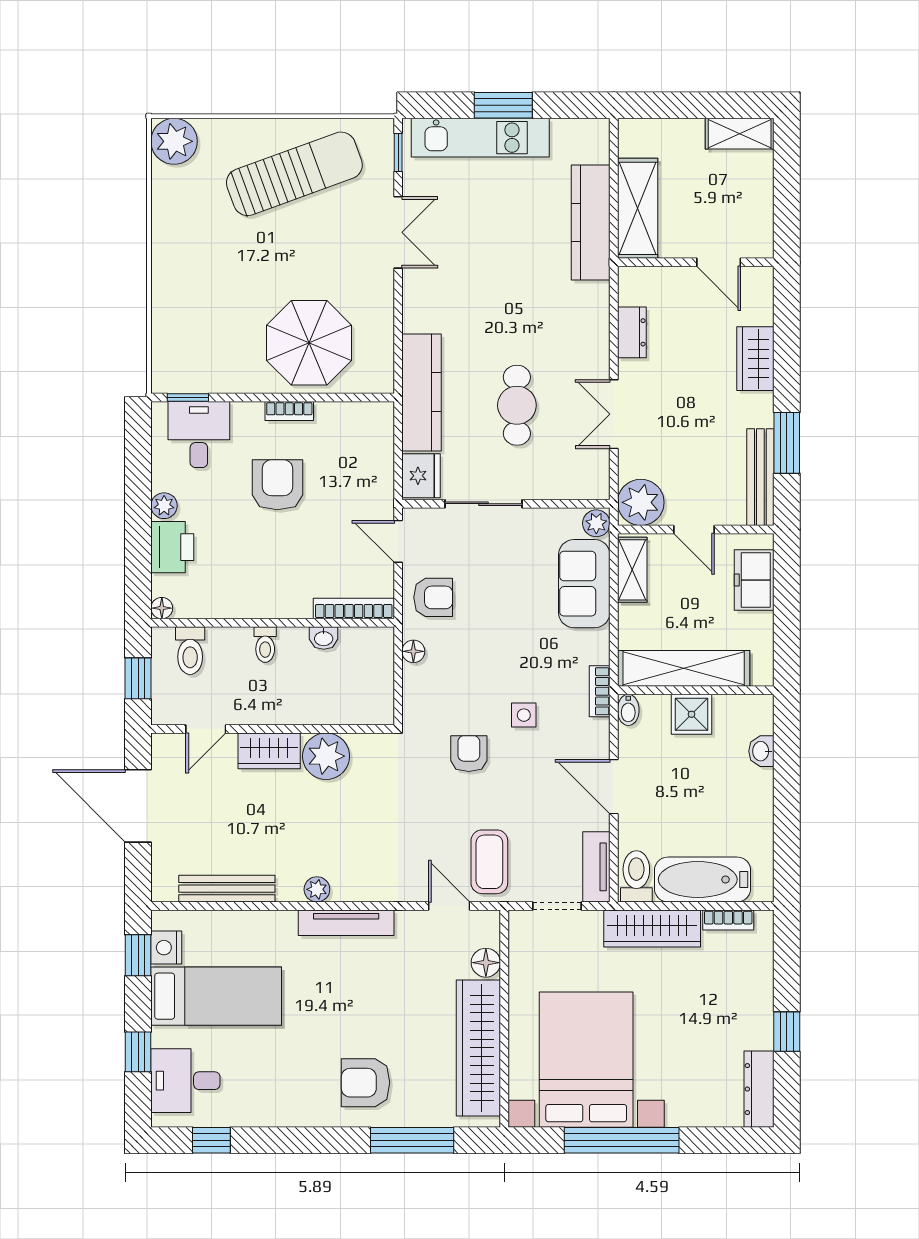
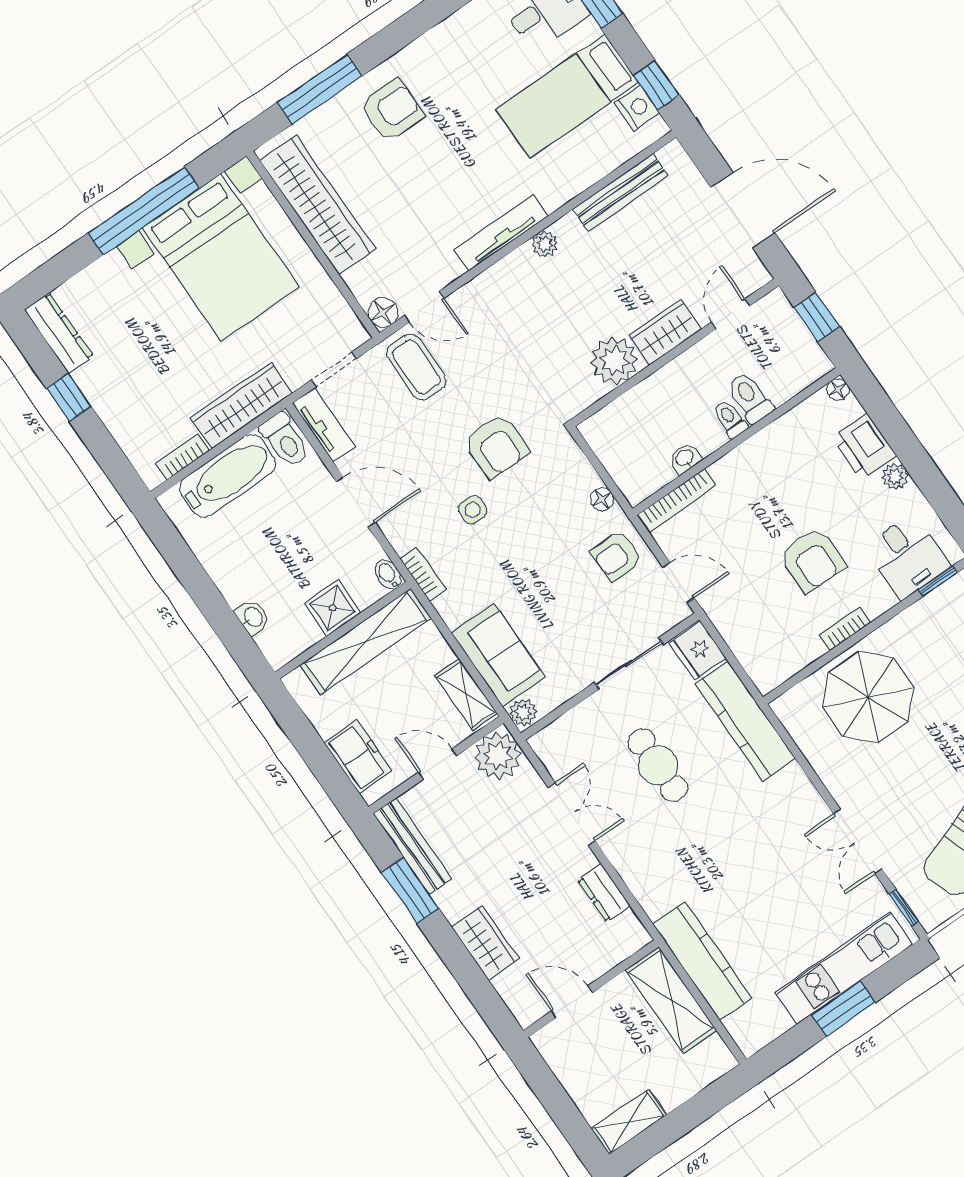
toilet: (190, 651) -> (750, 398), moved
armchair: (469, 754) -> (496, 446), width x1.38, depth x1.38
floor lamp: (486, 963) -> (383, 313), moved

